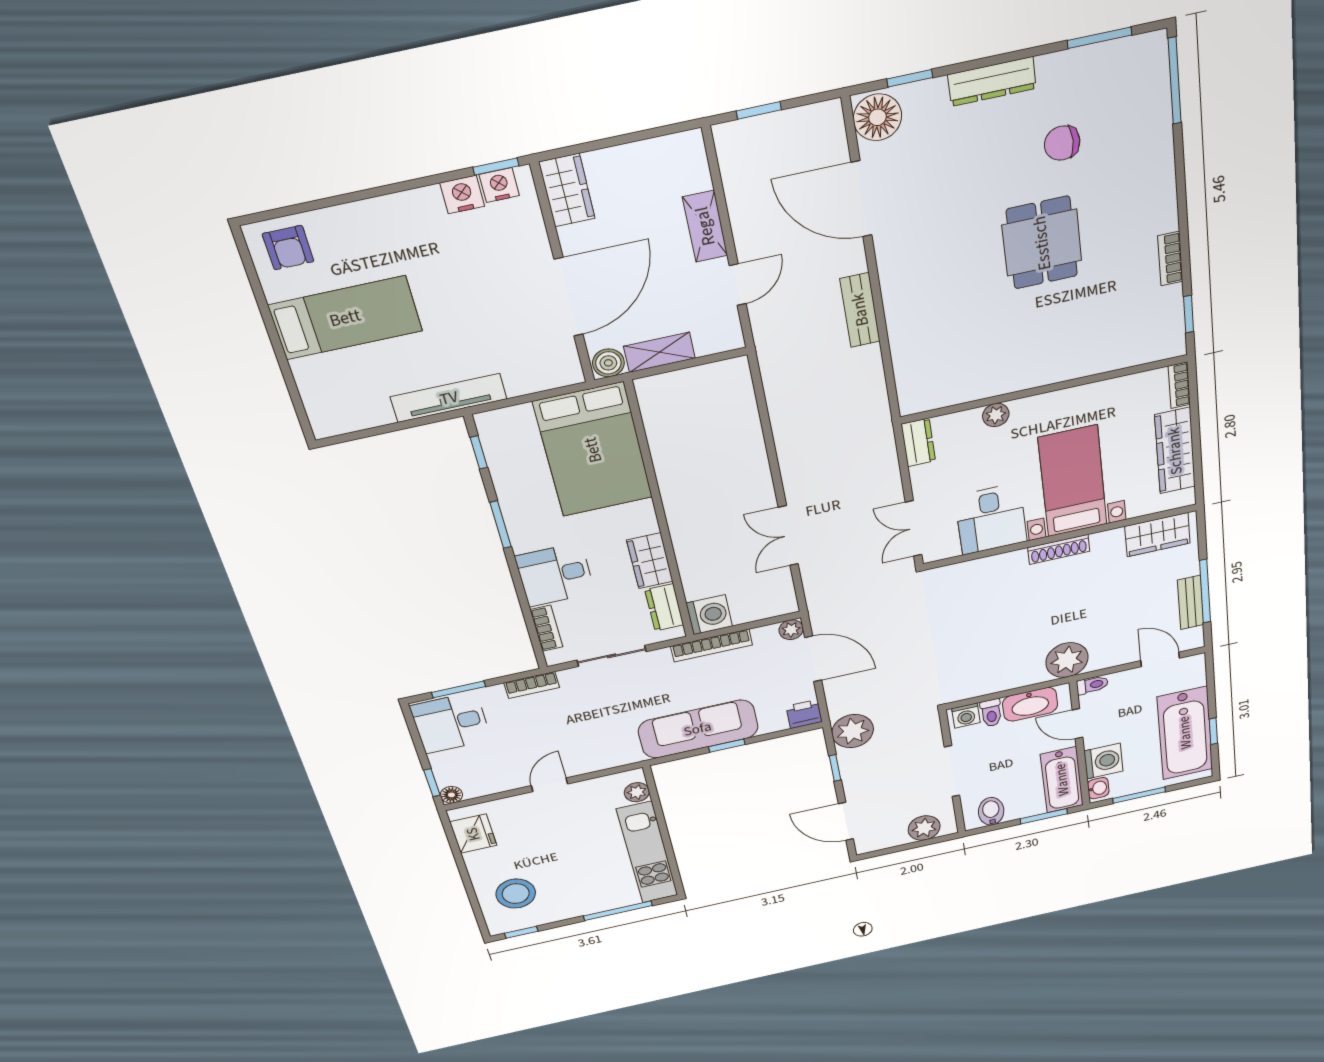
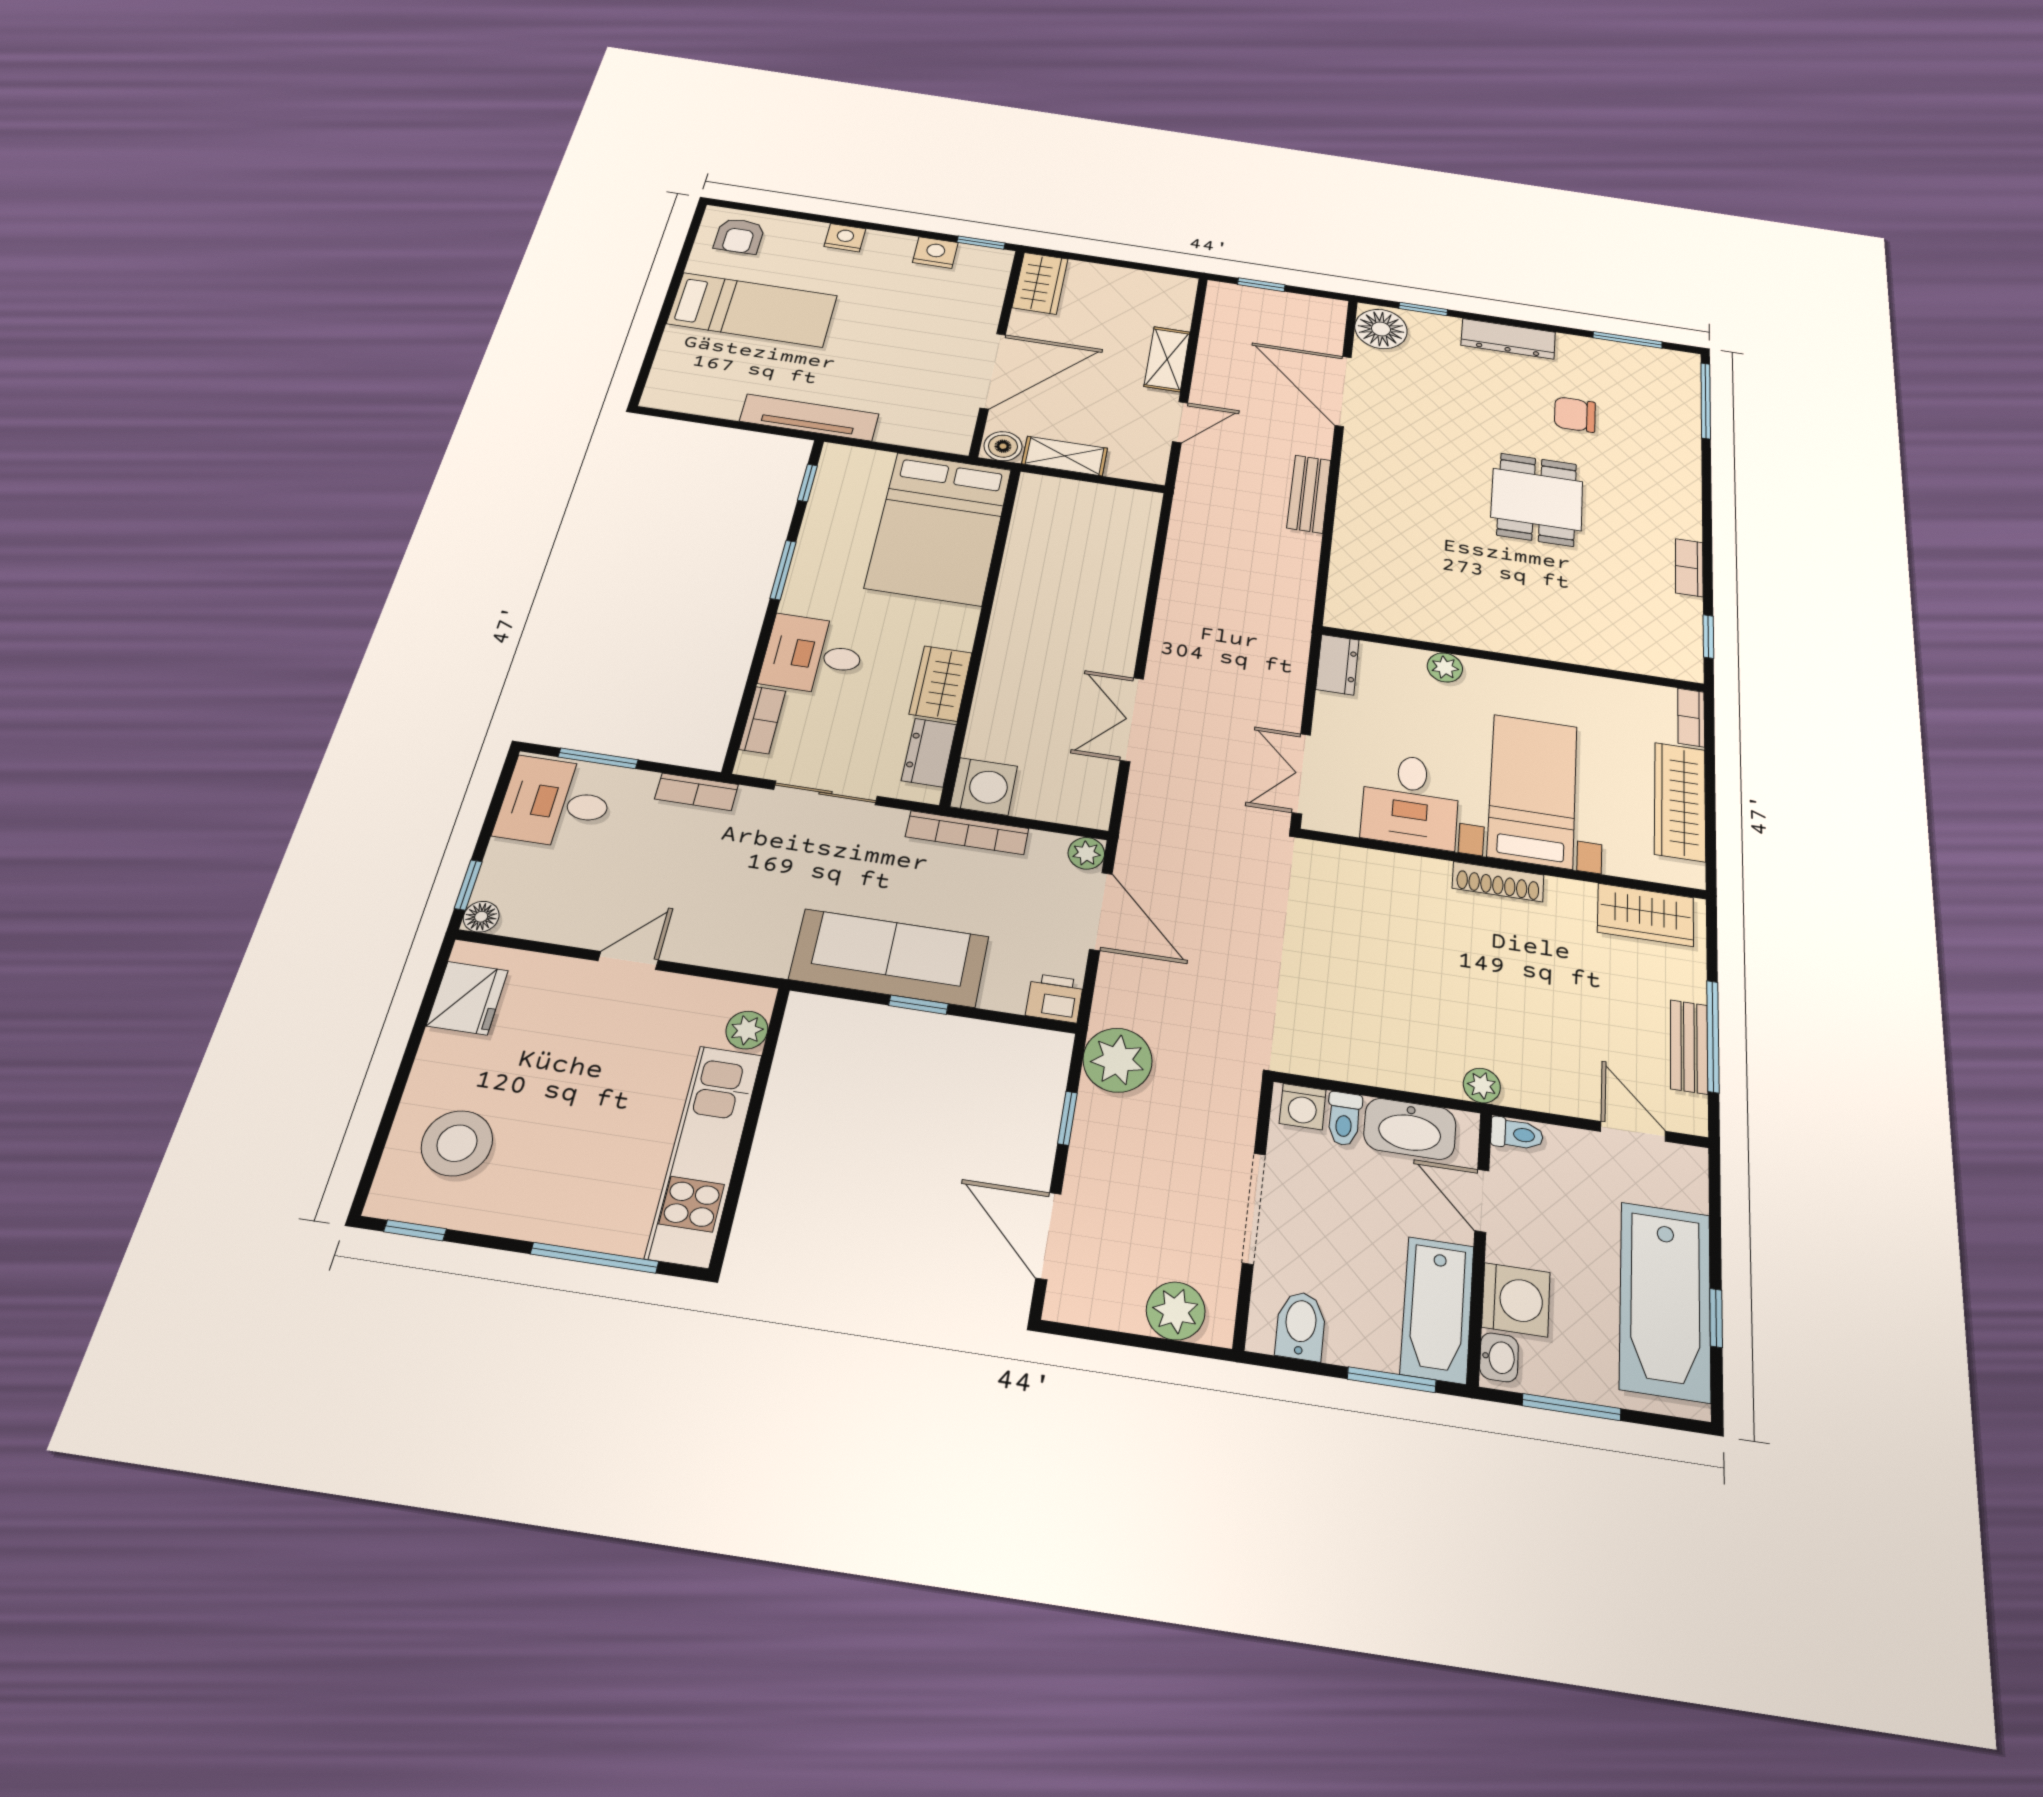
nightstand: (499, 185) -> (845, 238), moved
plant: (1067, 660) -> (1482, 1086), width x0.53, depth x0.53

